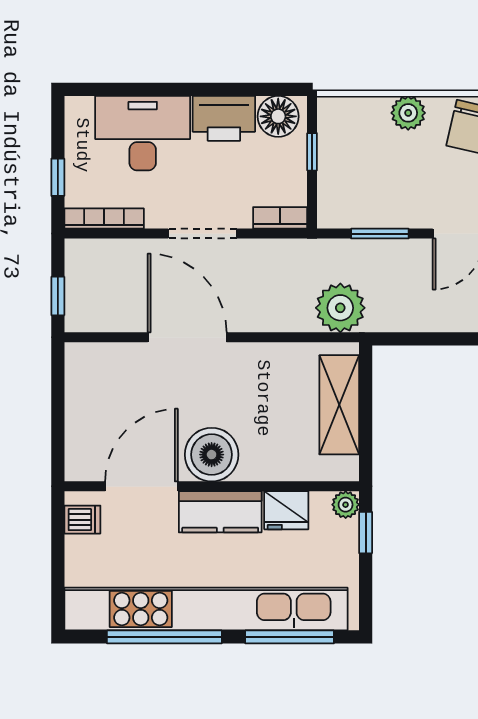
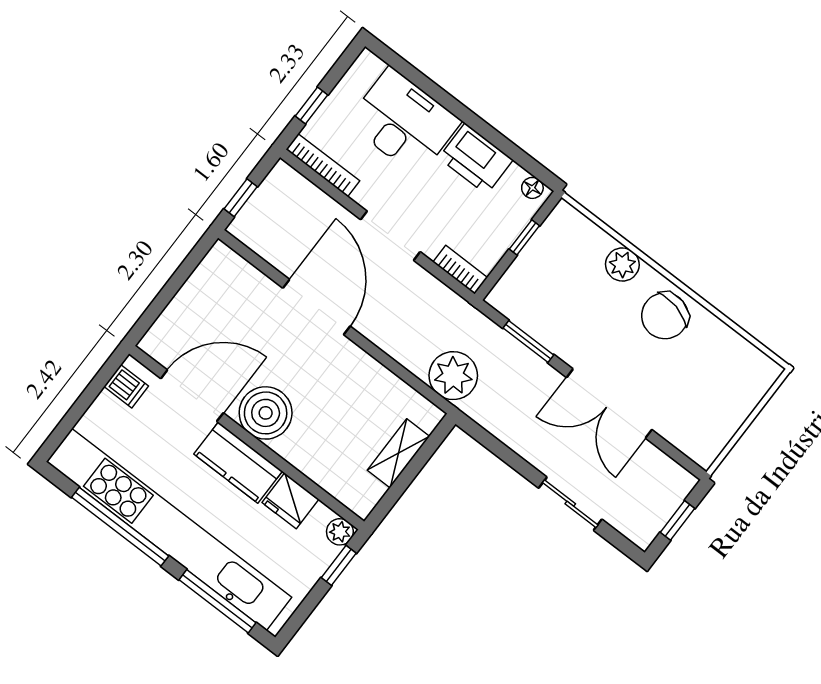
floor lamp: (278, 116) -> (532, 188), width x0.53, depth x0.53
shelving: (339, 405) -> (398, 453), width x0.67, depth x0.75

